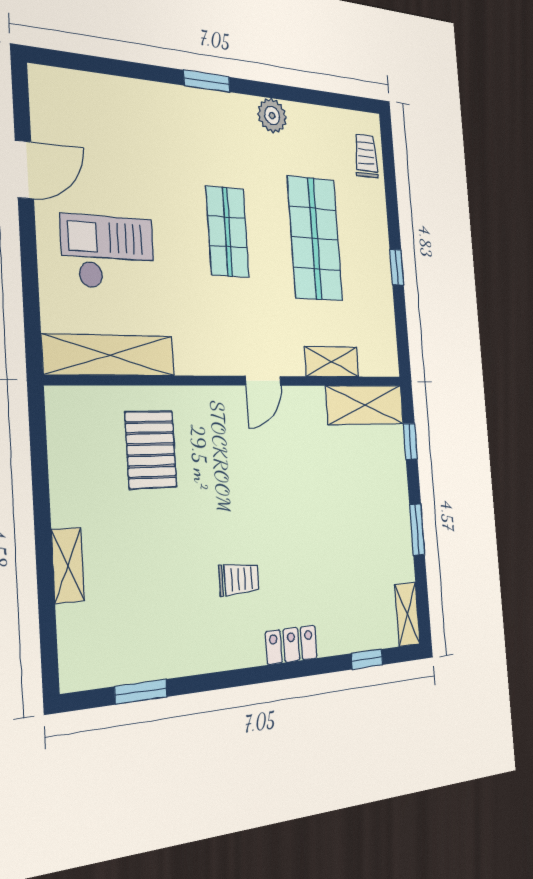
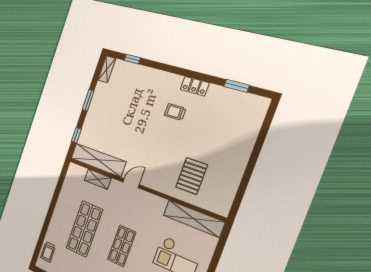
window: (397, 267) -> (53, 204), removed
shelving: (365, 405) -> (98, 160), width x1.47
shelving: (68, 565) -> (247, 146), removed
locker: (291, 645) -> (195, 86), moved

